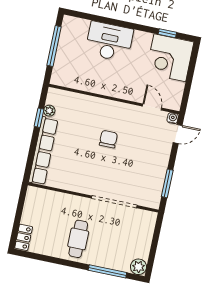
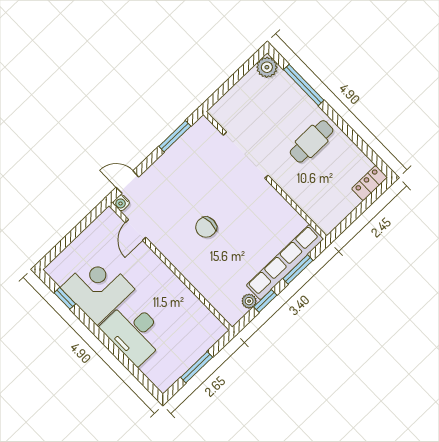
window: (54, 46) -> (197, 367), width x0.69
corner desk: (170, 58) -> (98, 288), moved, turned -90
window: (32, 152) -> (298, 269), added

